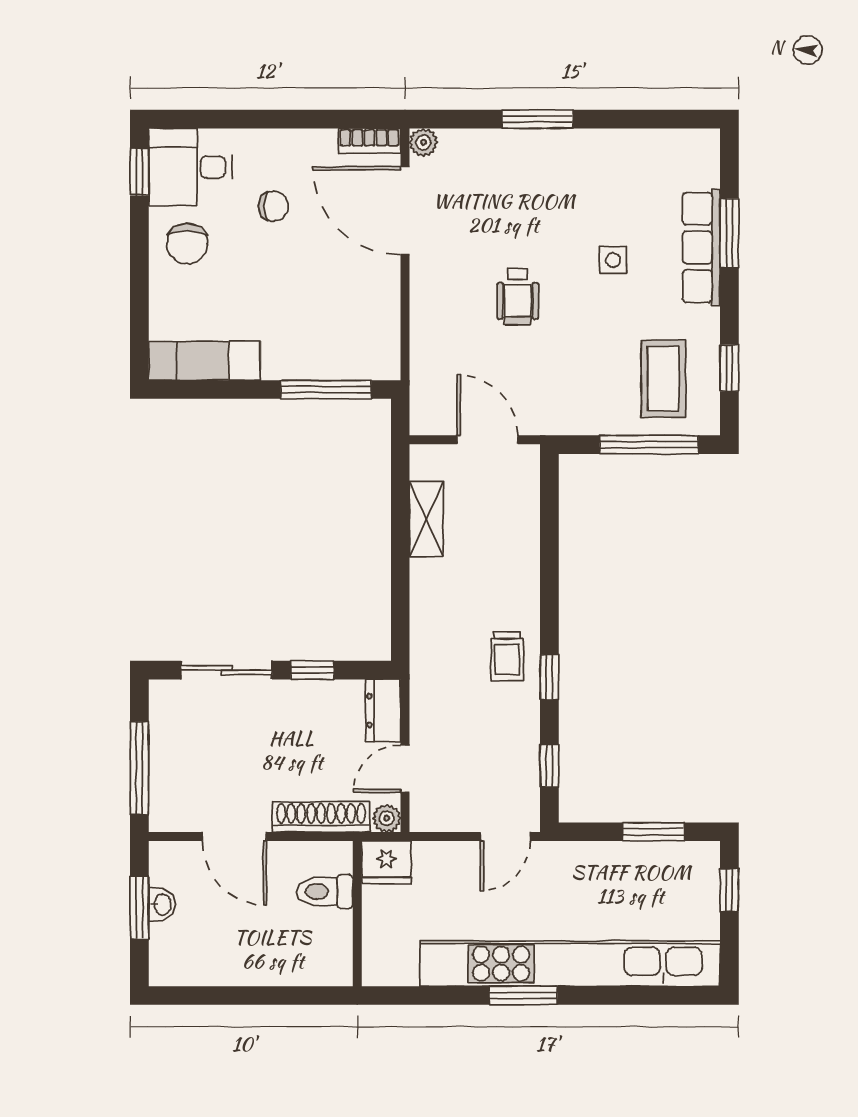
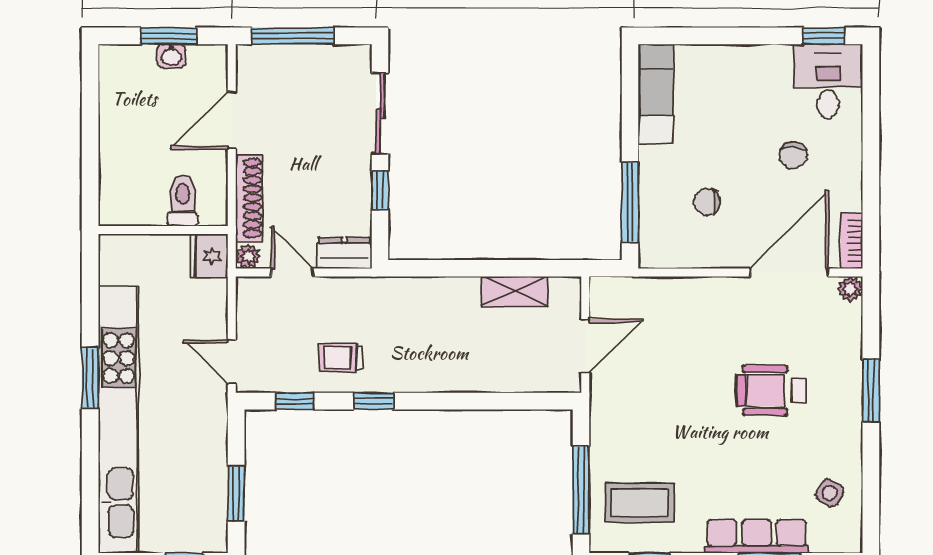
chair: (187, 244) -> (707, 202), moved, width x0.73, depth x0.73
side table: (613, 260) -> (830, 493), moved, turned 30
wheelchair: (518, 296) -> (771, 390), moved, width x1.36, depth x1.37
trolley: (507, 656) -> (341, 358), moved

